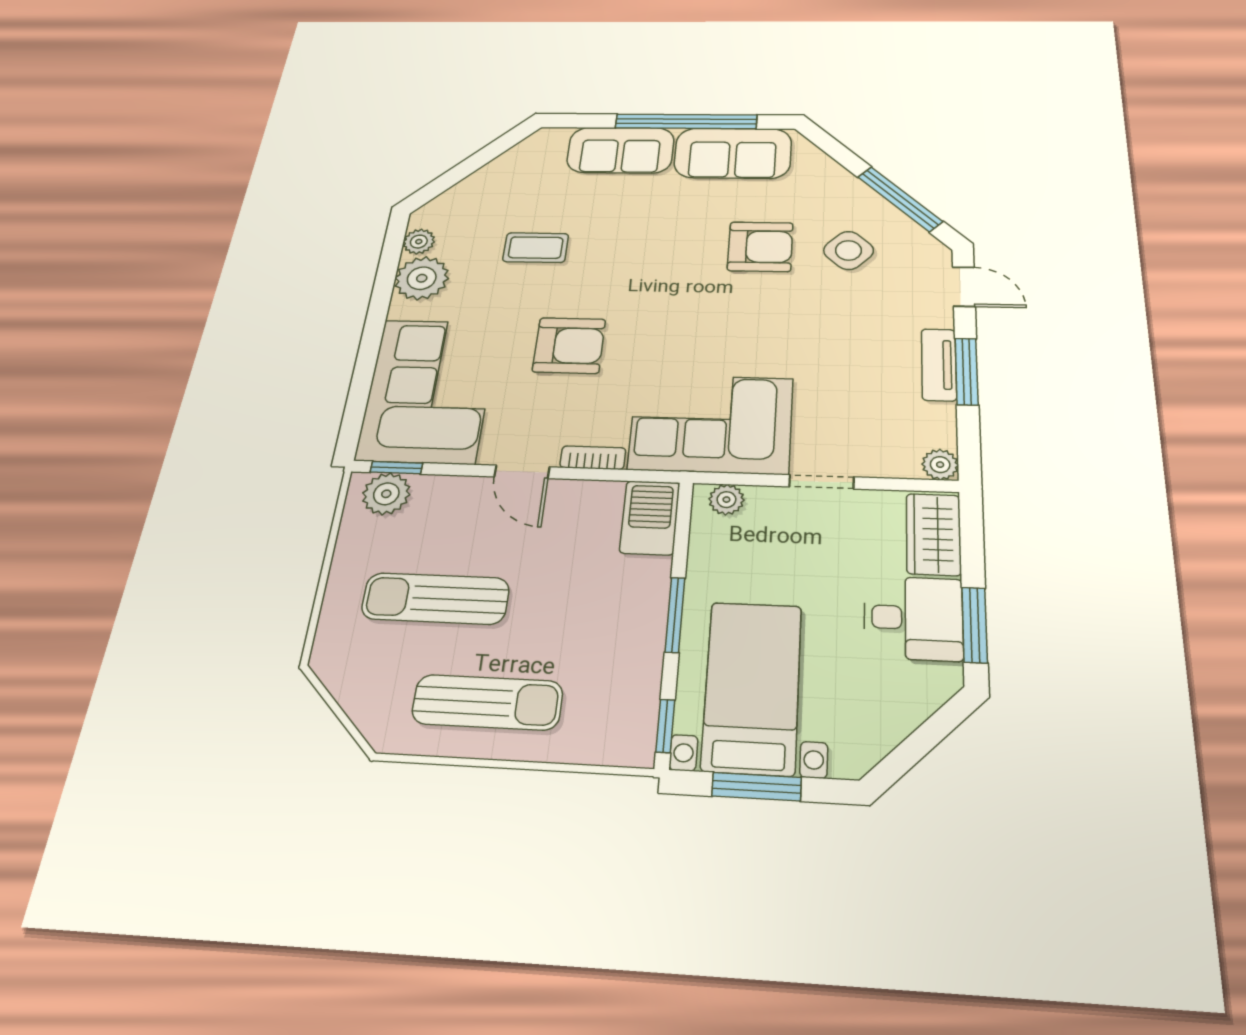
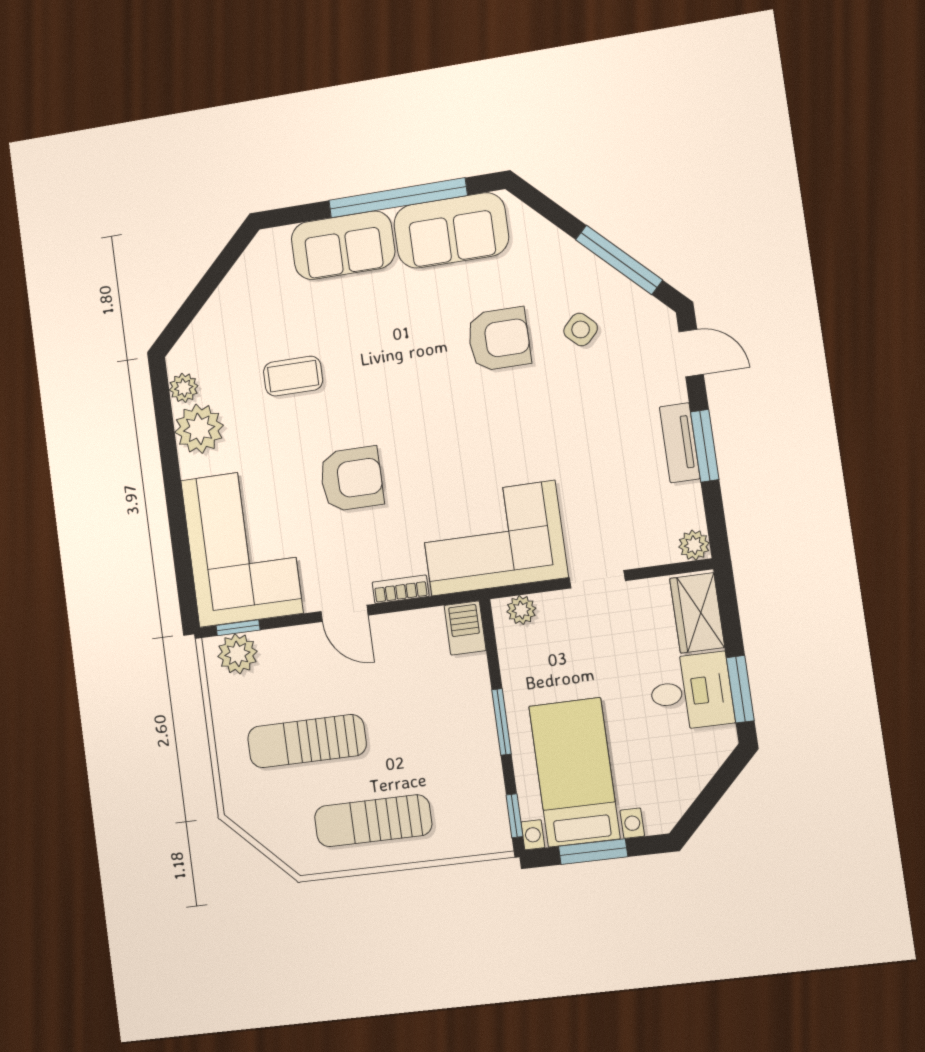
side table: (848, 250) -> (581, 329), width x0.73, depth x0.73
barbecue: (650, 518) -> (465, 628), width x0.73, depth x0.79
sun lounger: (487, 702) -> (373, 821), turned 180

